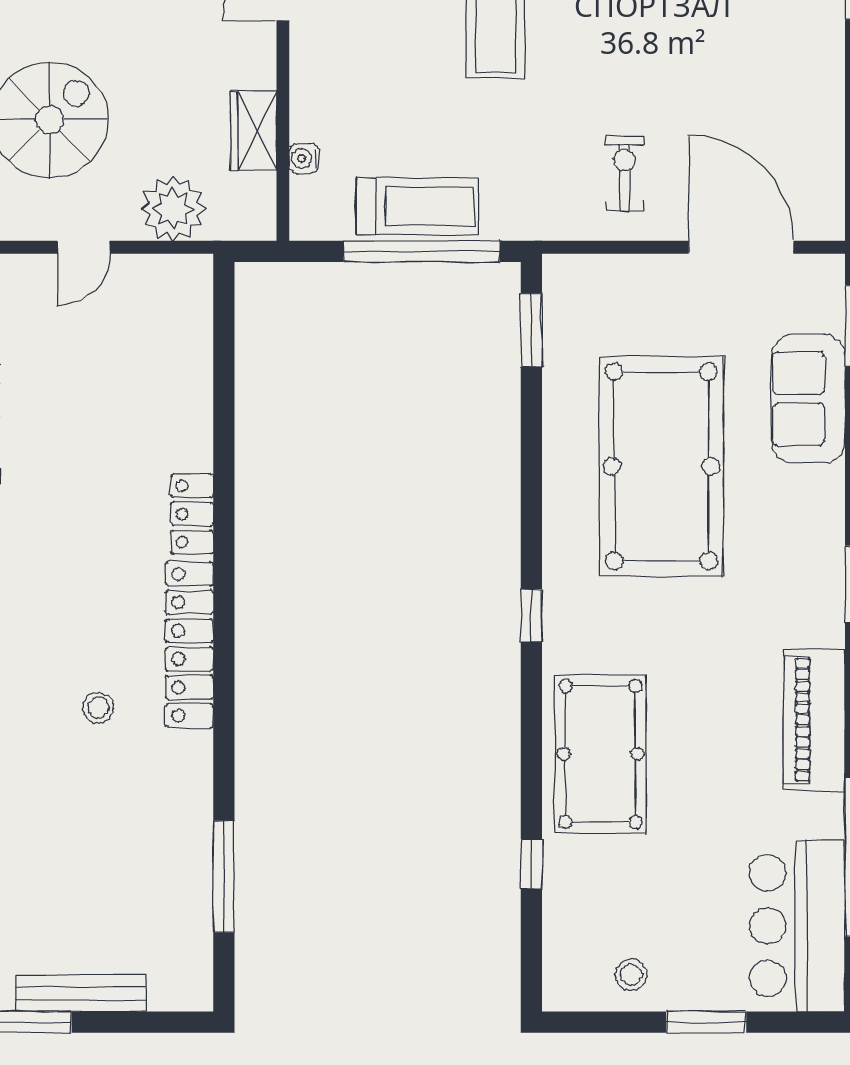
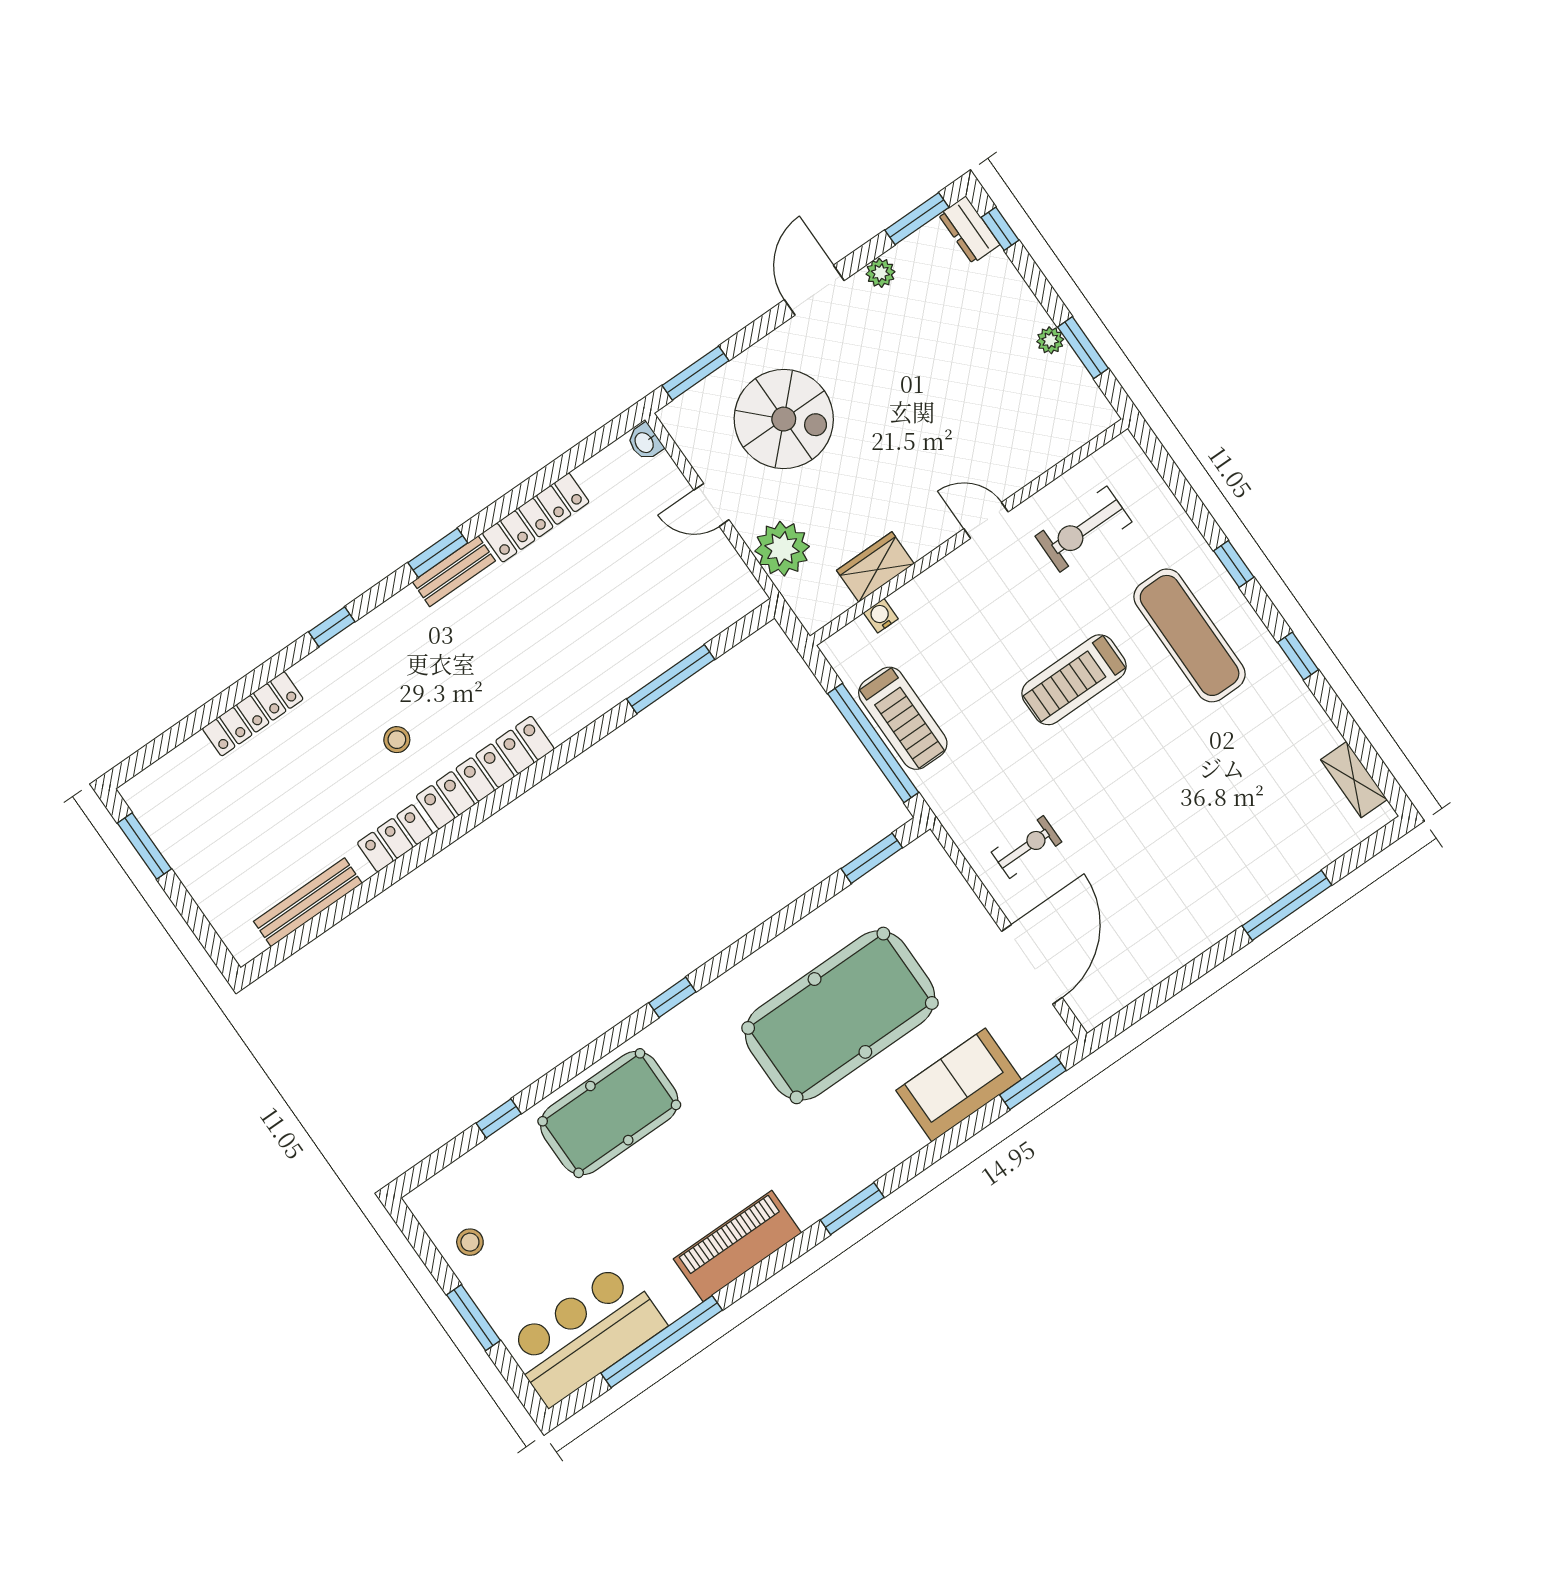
locker: (192, 514) -> (395, 838), moved
window: (224, 877) -> (671, 679), moved
bench: (81, 993) -> (308, 902), moved, turned 90

